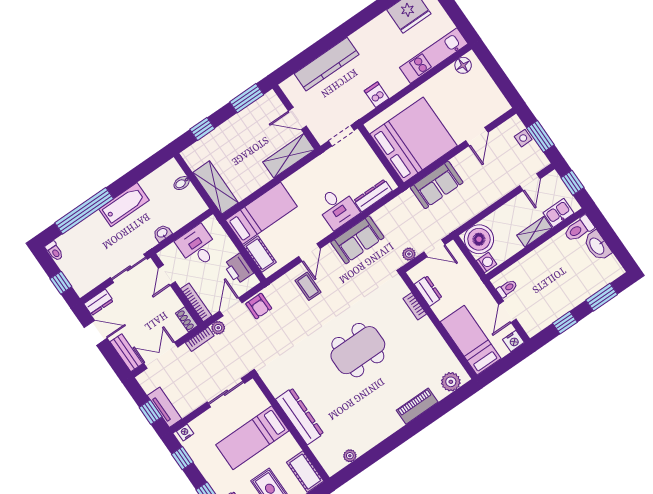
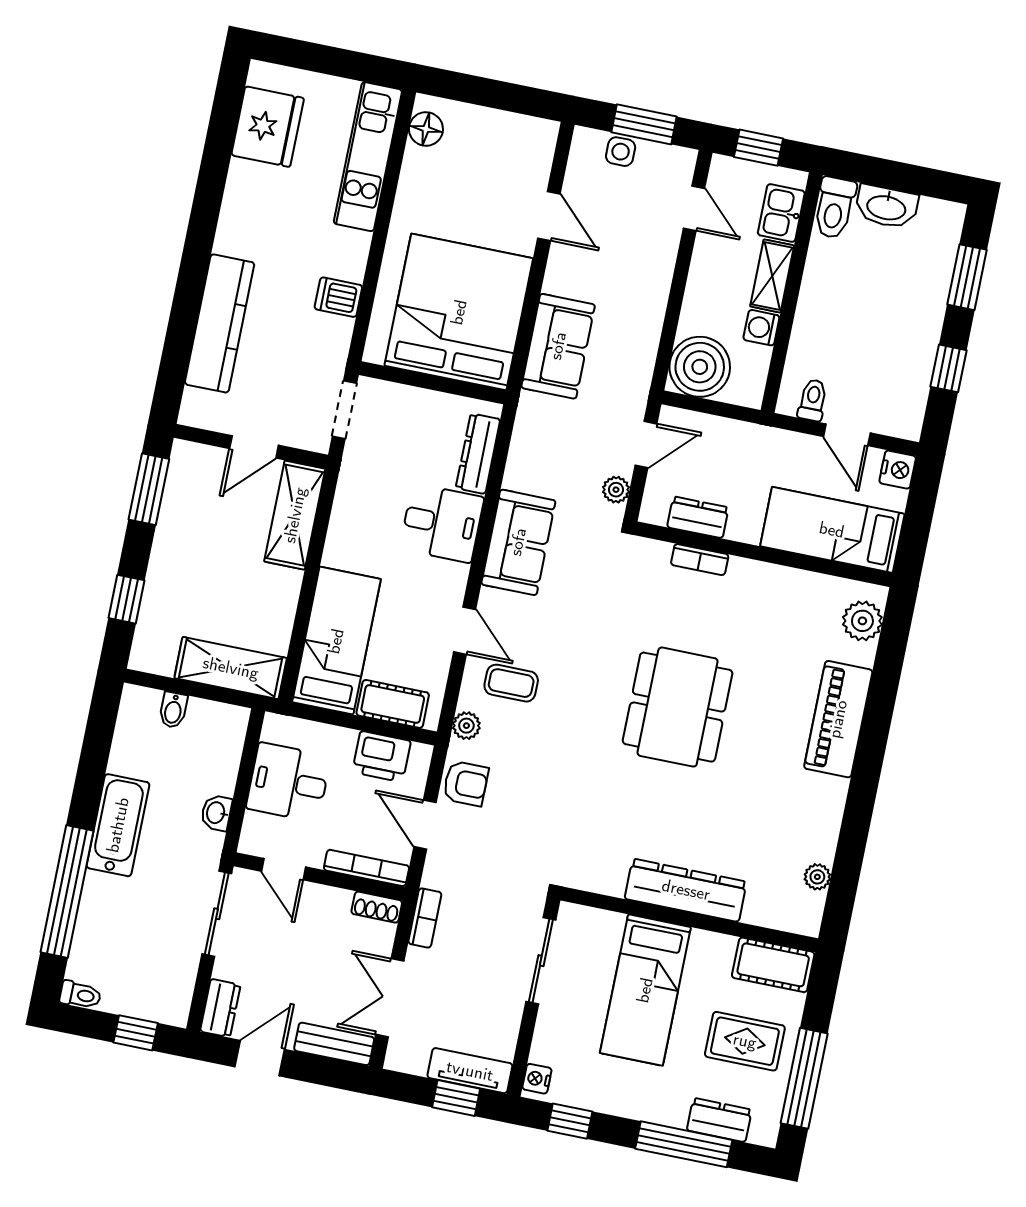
washing machine: (487, 263) -> (761, 328), moved, turned -90
plant: (218, 328) -> (466, 726), moved
piano: (417, 406) -> (838, 719), width x1.37, depth x1.33

